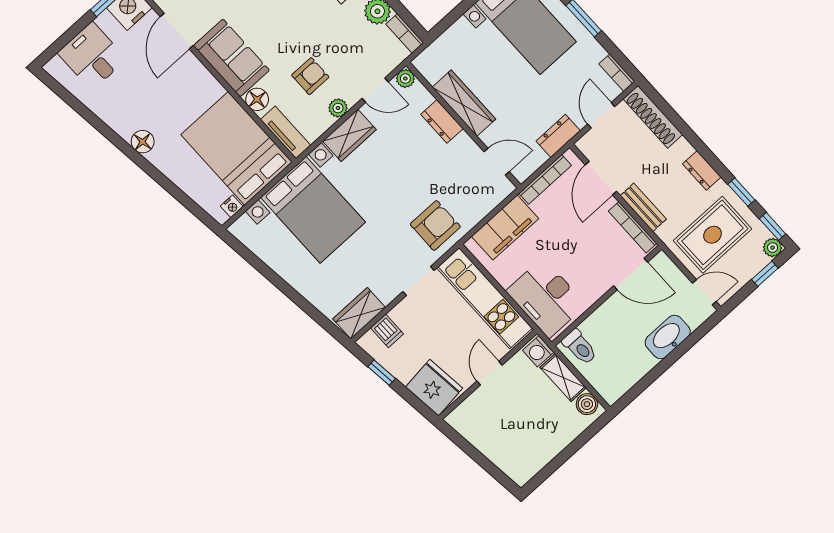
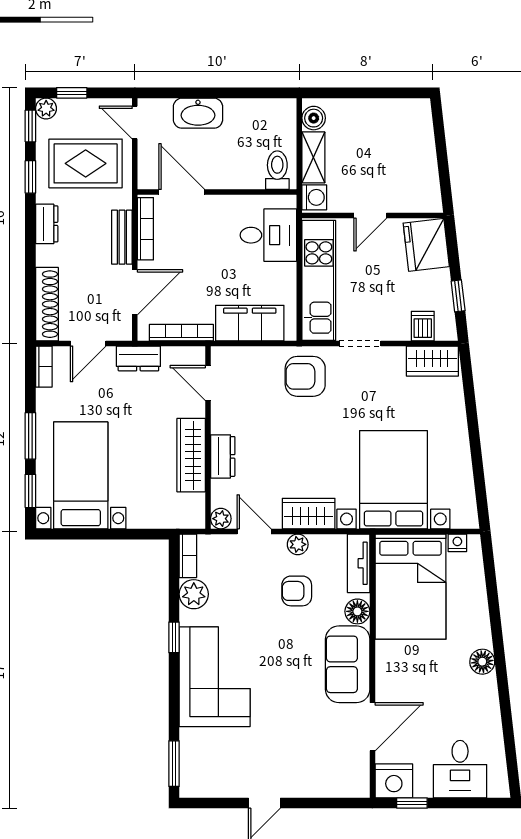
desk: (546, 298) -> (268, 235), width x0.73

